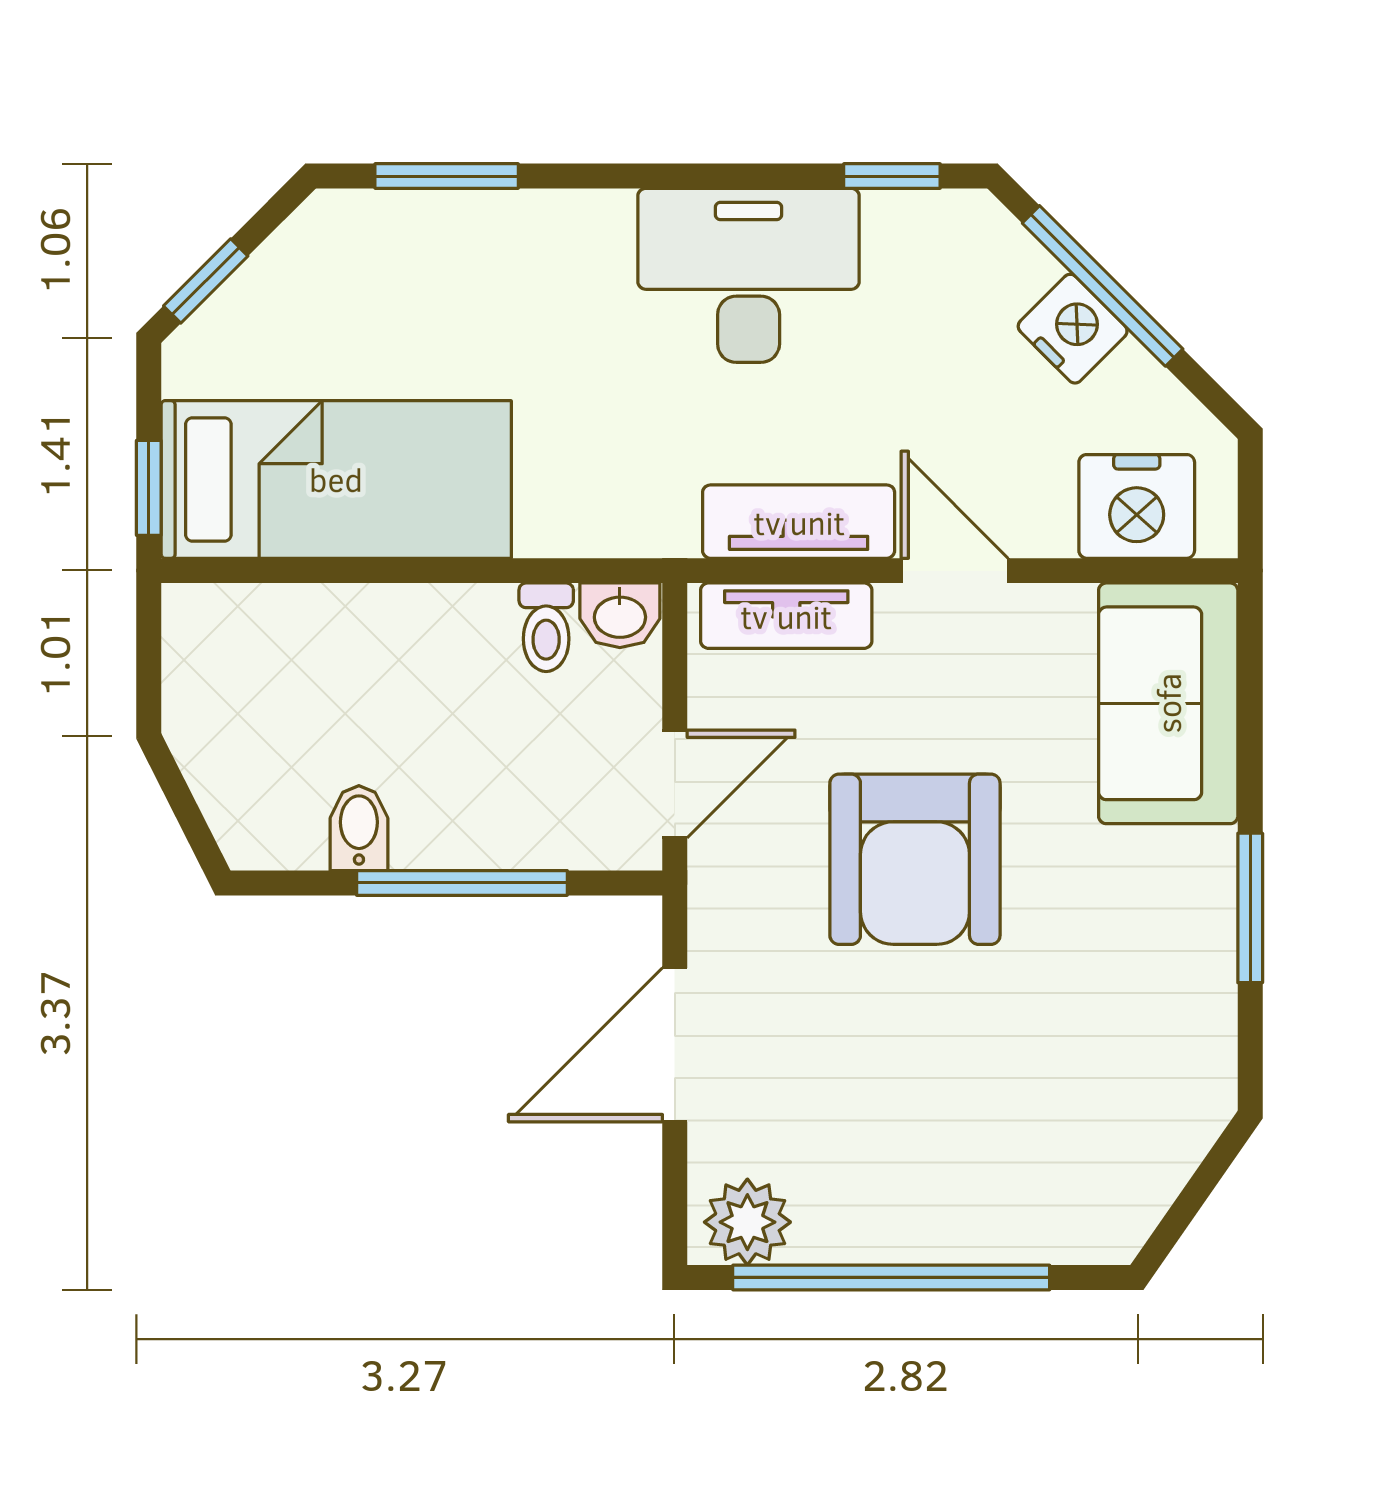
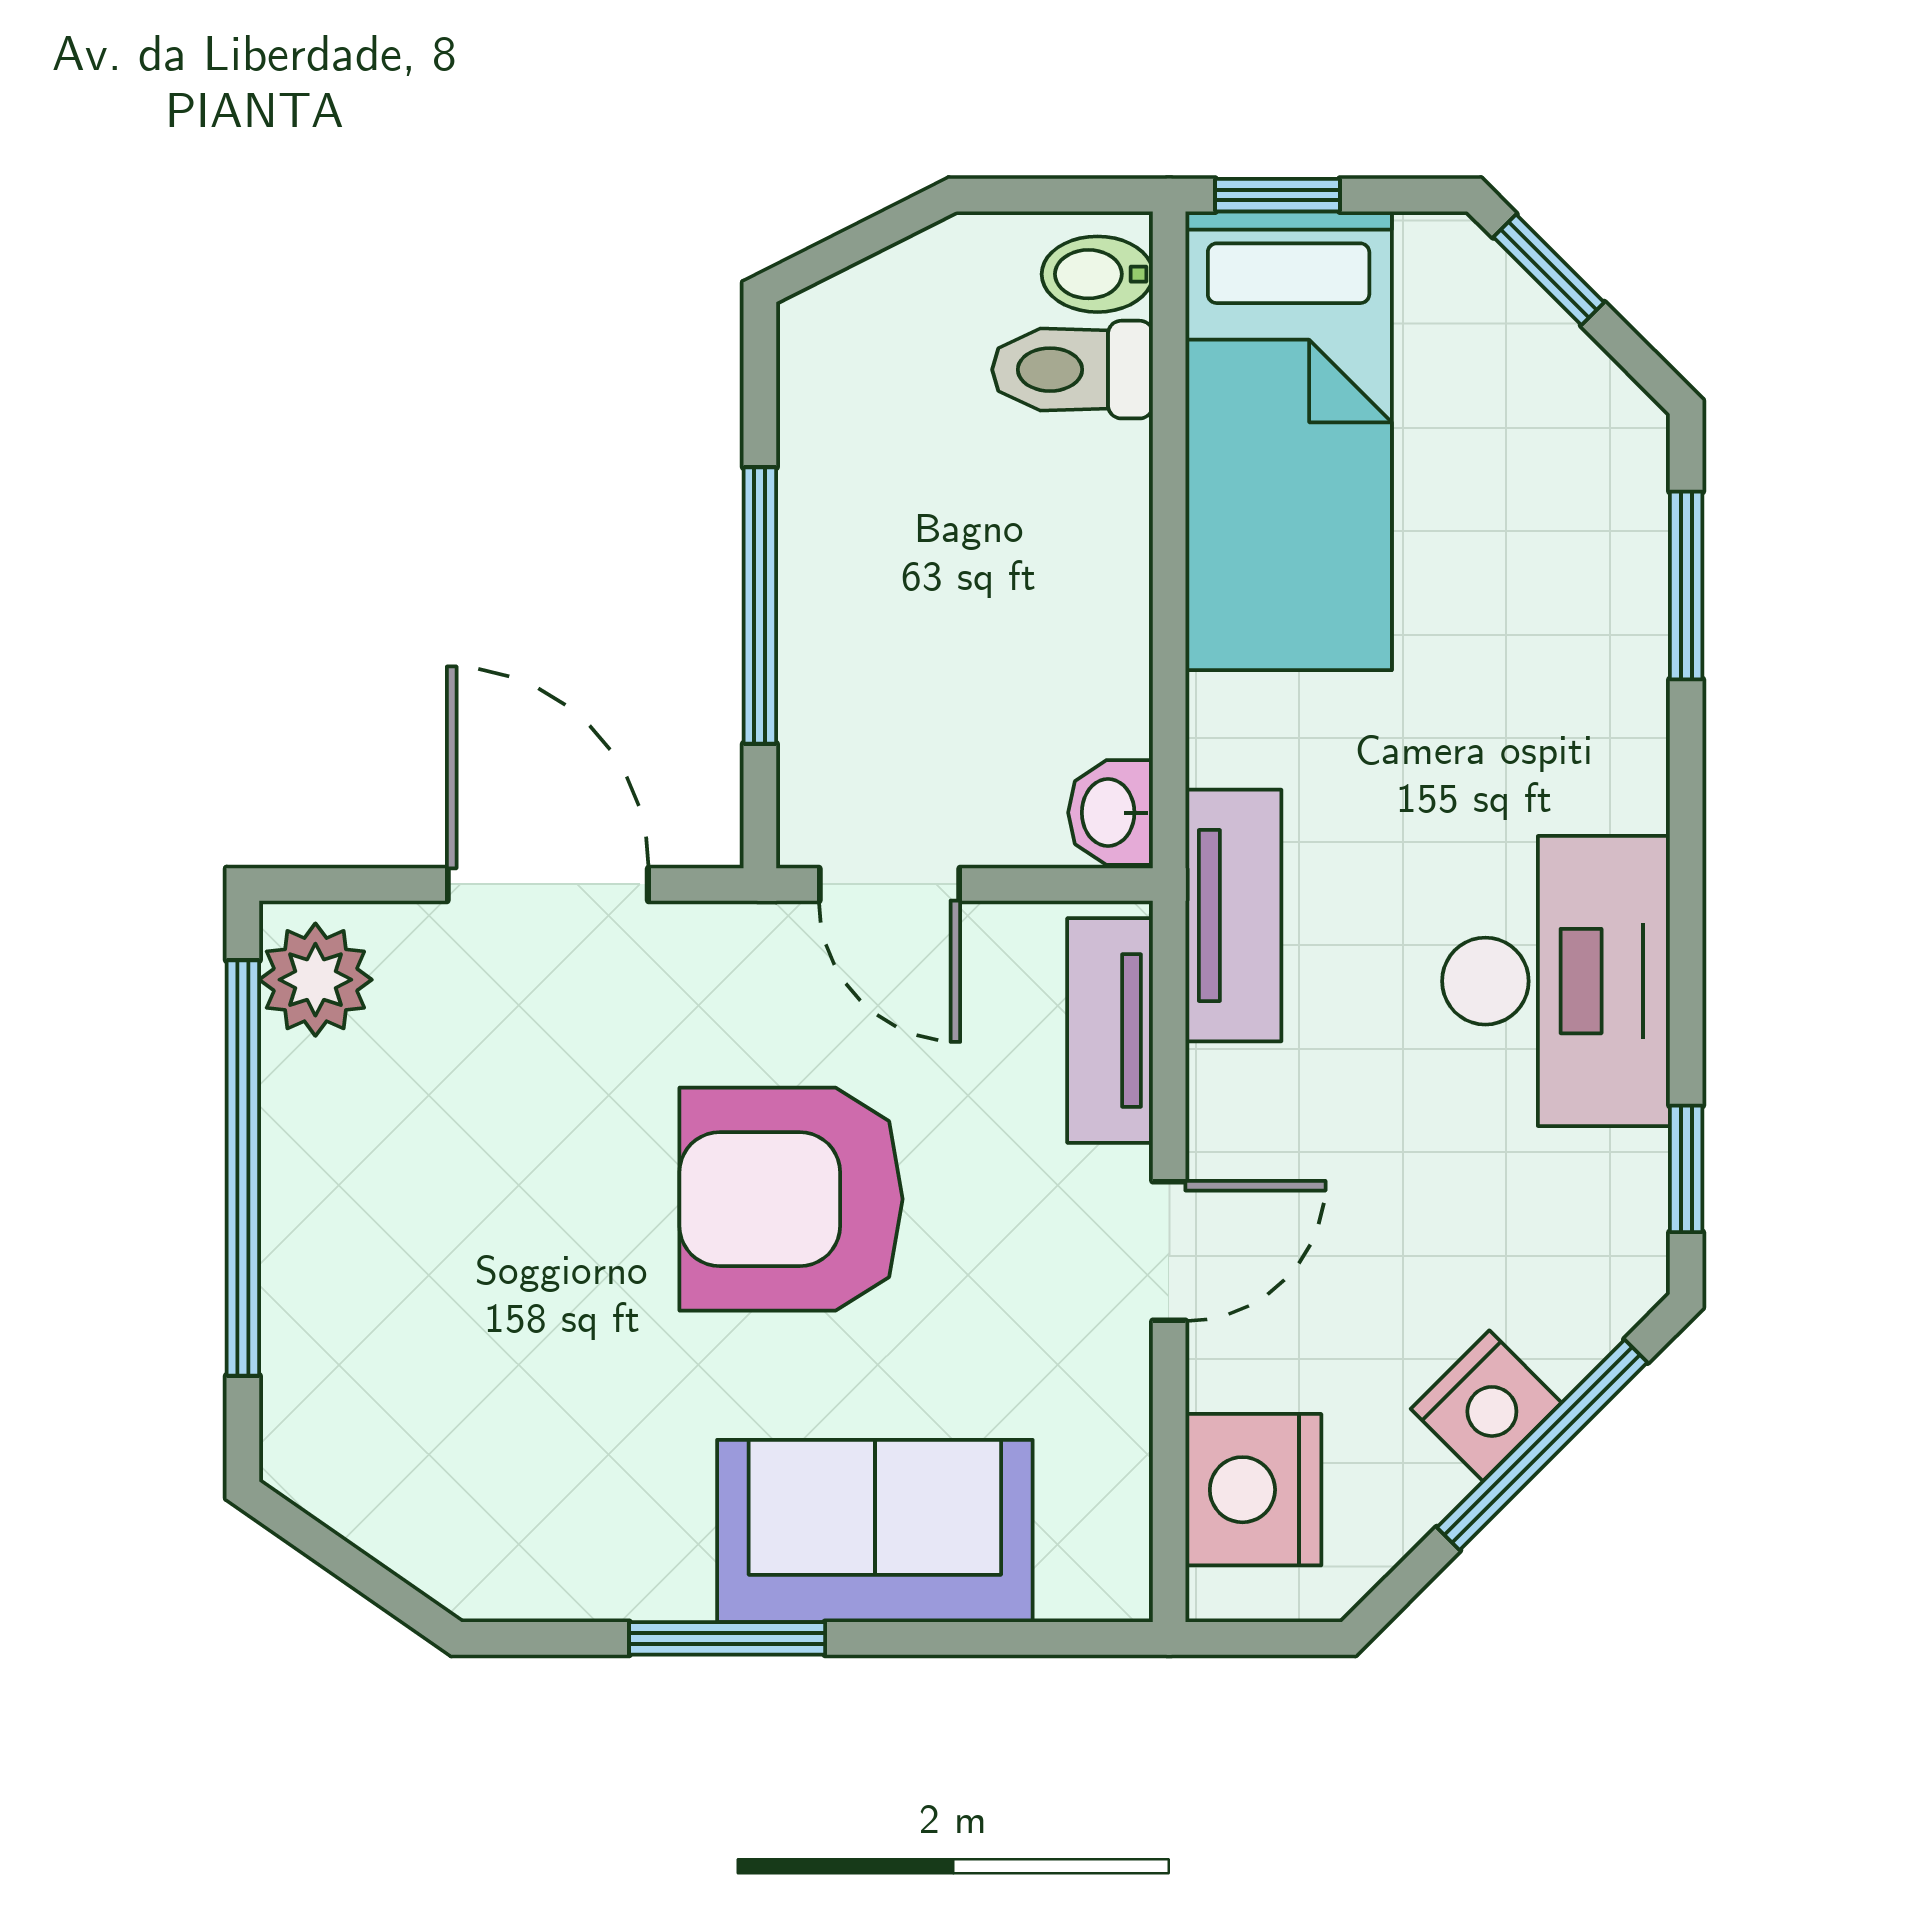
tv unit: (799, 522) -> (1233, 915), moved
toilet: (546, 627) -> (1073, 370), moved, width x1.37, depth x1.39
sofa: (1168, 703) -> (875, 1531), moved
bidet: (359, 828) -> (1097, 274), moved, turned 180

